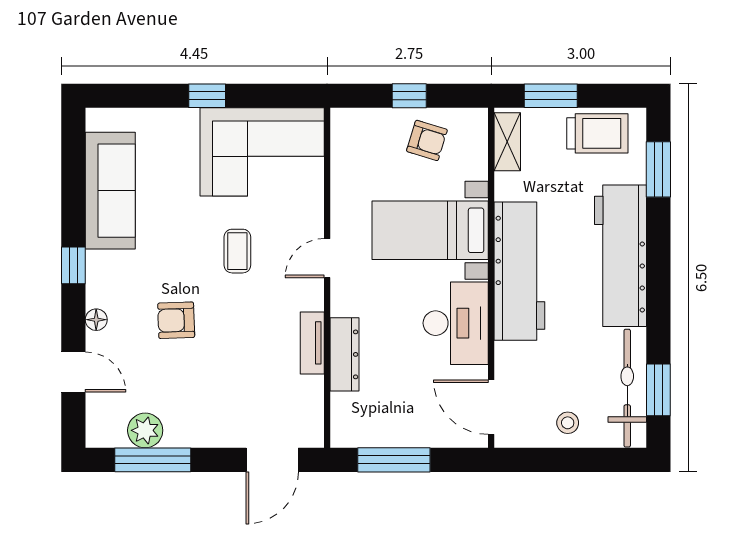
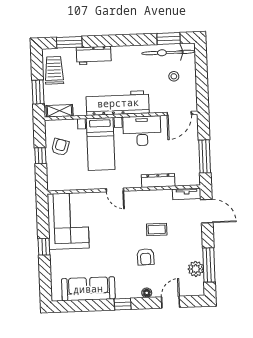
coffee table: (237, 251) -> (157, 230), moved
workbench: (621, 256) -> (94, 56), width x0.53, depth x0.76
tv unit: (312, 343) -> (187, 194), moved
stool: (568, 423) -> (174, 76), moved

